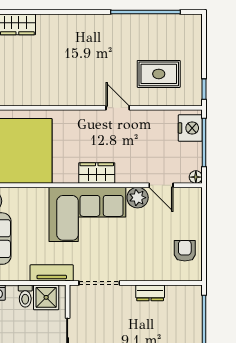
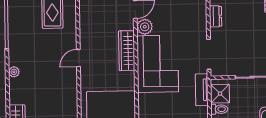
plant: (80, 21) -> (14, 72), added
door: (118, 108) -> (78, 58), moved
wardrobe: (97, 173) -> (127, 51), width x1.50

